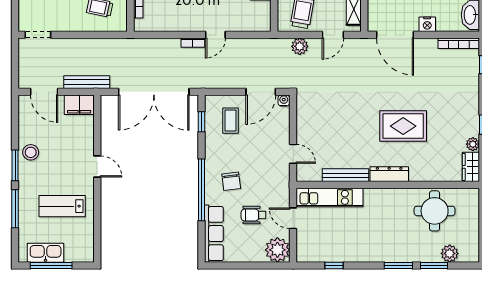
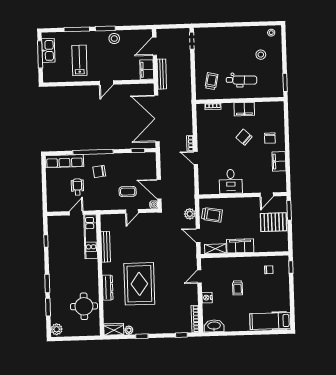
door: (395, 35) -> (199, 277), width x0.53
coffee table: (230, 121) -> (128, 192), moved
rug: (403, 126) -> (139, 284), width x1.37, depth x1.44
door: (293, 154) -> (132, 211), moved
dresser: (389, 174) -> (108, 288), moved
plant: (277, 250) -> (55, 203), removed
plant: (450, 253) -> (57, 329), moved

